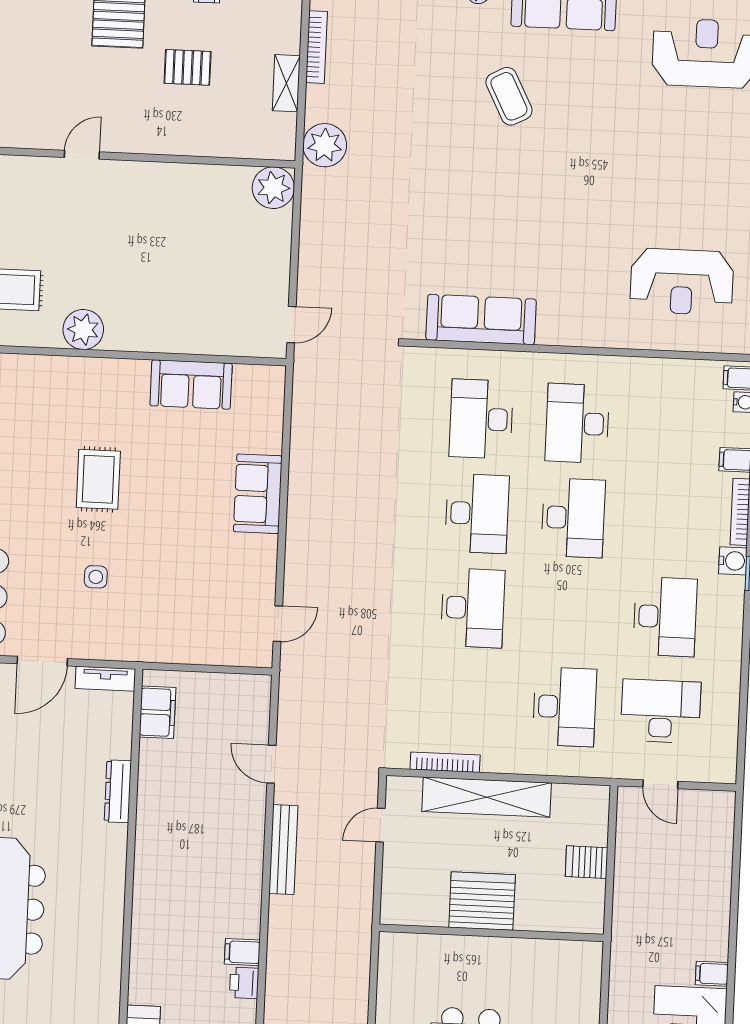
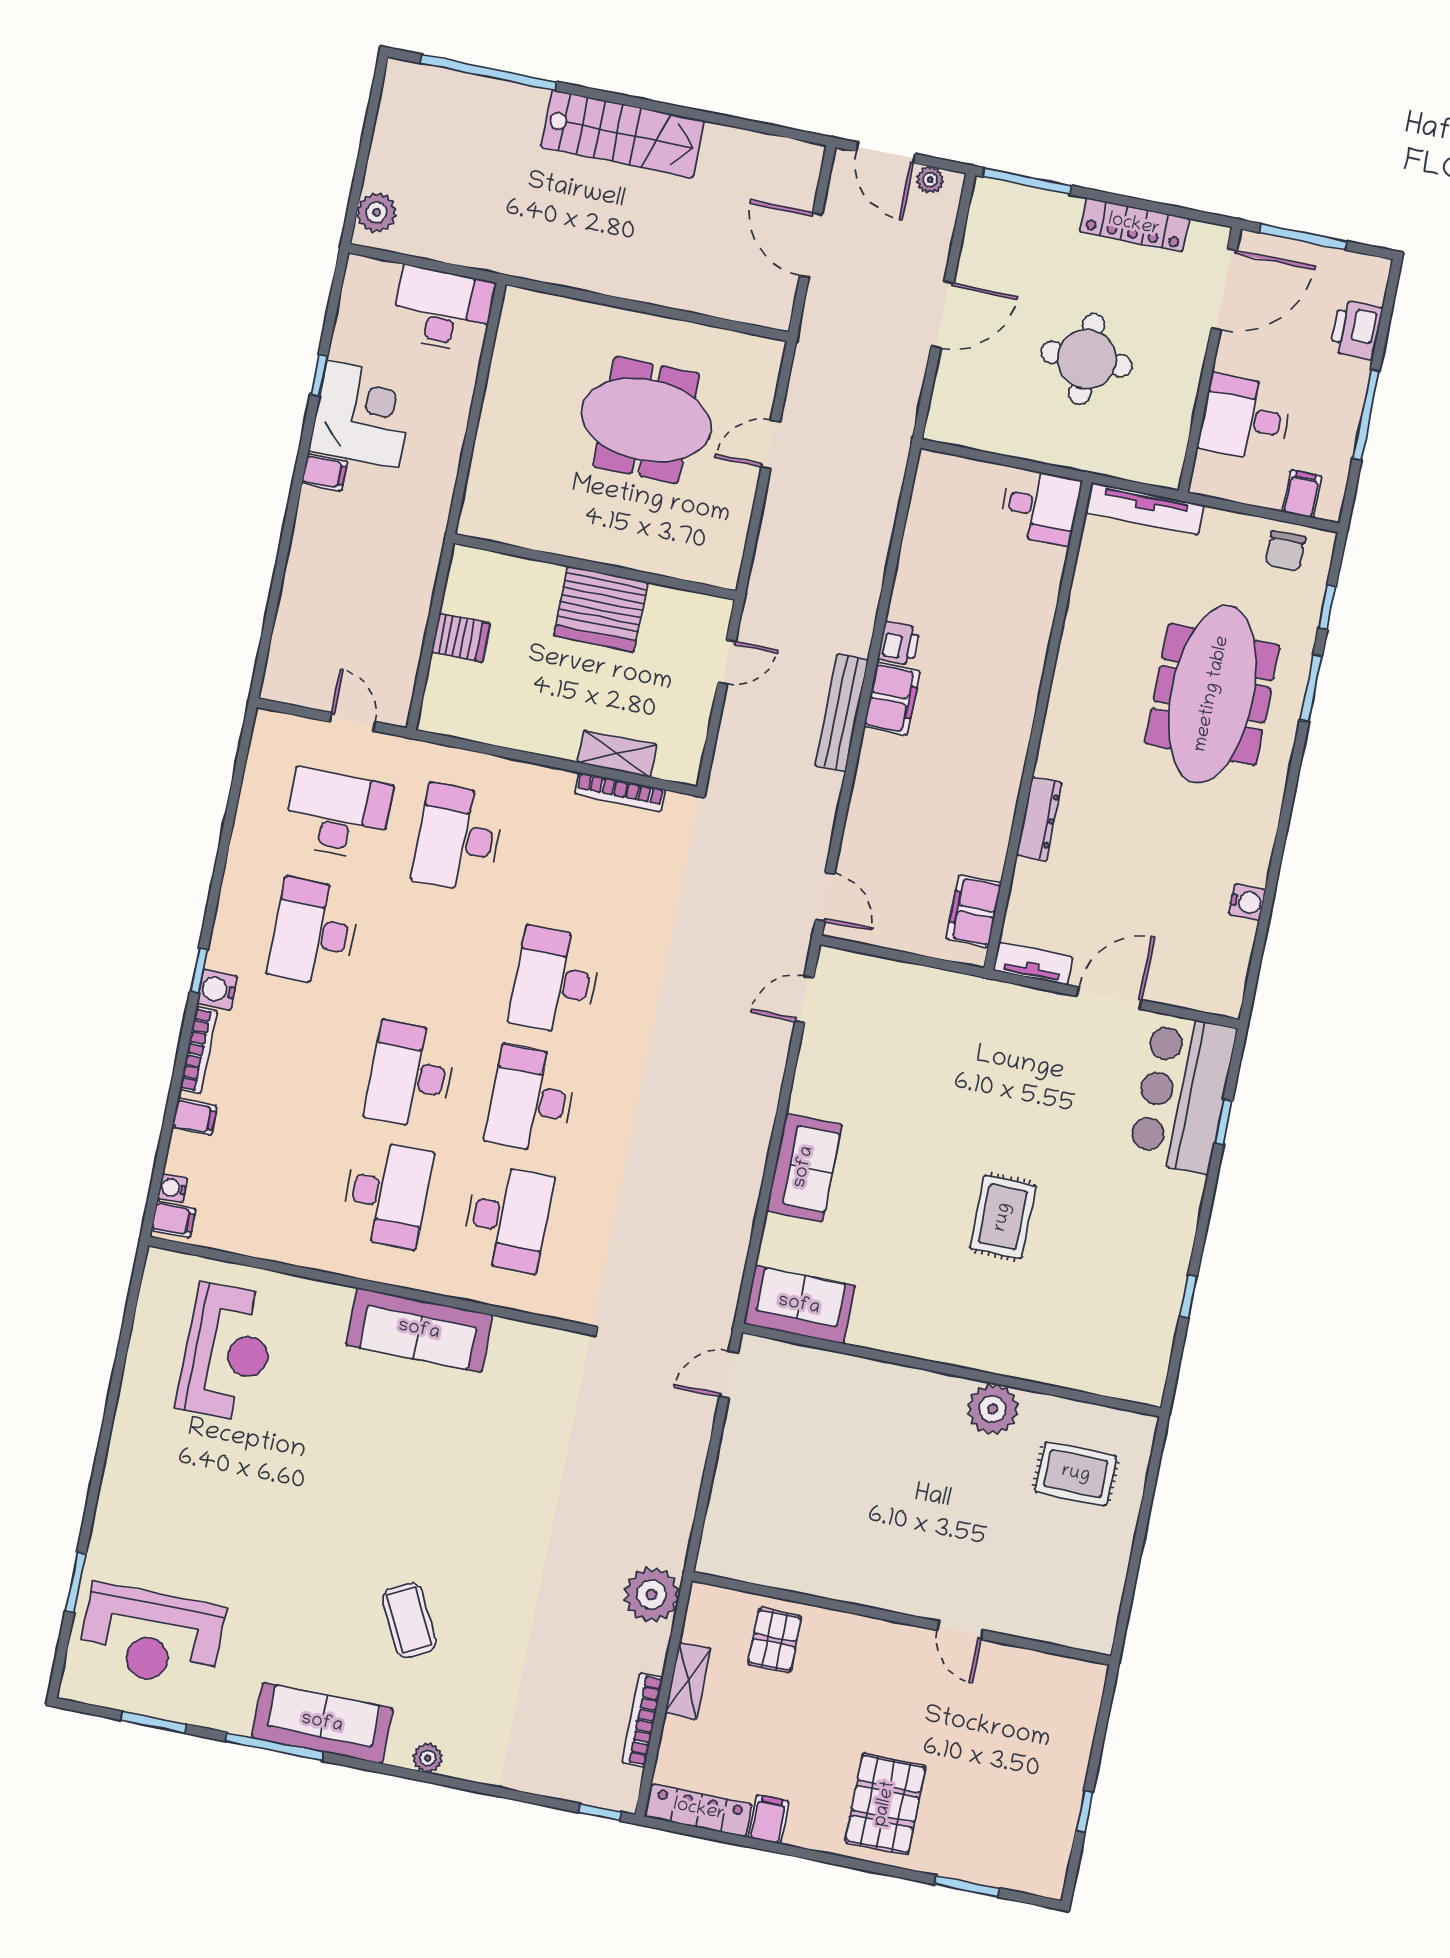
pallet: (188, 67) -> (775, 1640), moved, turned 90
door: (82, 155) -> (960, 1630), hinge flipped
plant: (273, 188) -> (725, 1551), removed
reception desk: (682, 282) -> (227, 1352), turned 90
sofa: (481, 320) -> (419, 1330), moved
sofa: (191, 384) -> (799, 1305), moved
side table: (96, 577) -> (1025, 1094), removed
desk: (661, 711) -> (338, 814), turned 180
door: (271, 764) -> (825, 897), moved
shelving: (487, 797) -> (617, 754), width x0.45, depth x0.75
door: (380, 825) -> (727, 662), moved
filing cabinet: (242, 952) -> (892, 699), moved, width x2.00
printer: (244, 983) -> (899, 643), moved

